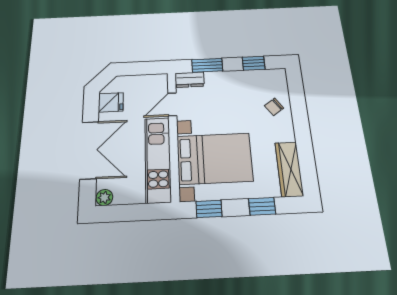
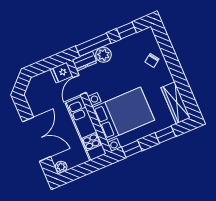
window: (207, 65) -> (93, 45), width x1.44
plant: (215, 80) -> (103, 55), added
fridge: (111, 102) -> (61, 73), moved, turned 180

